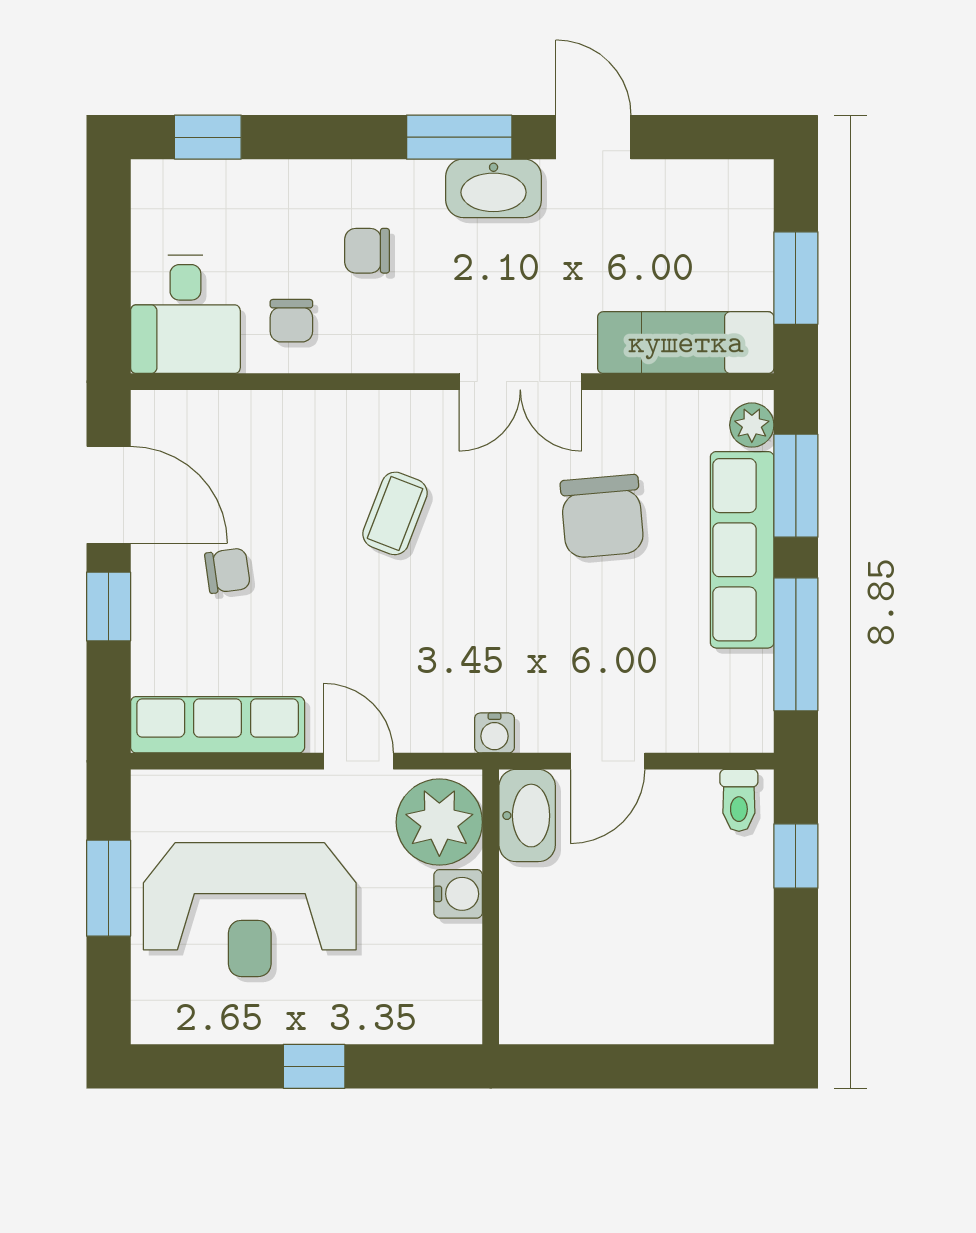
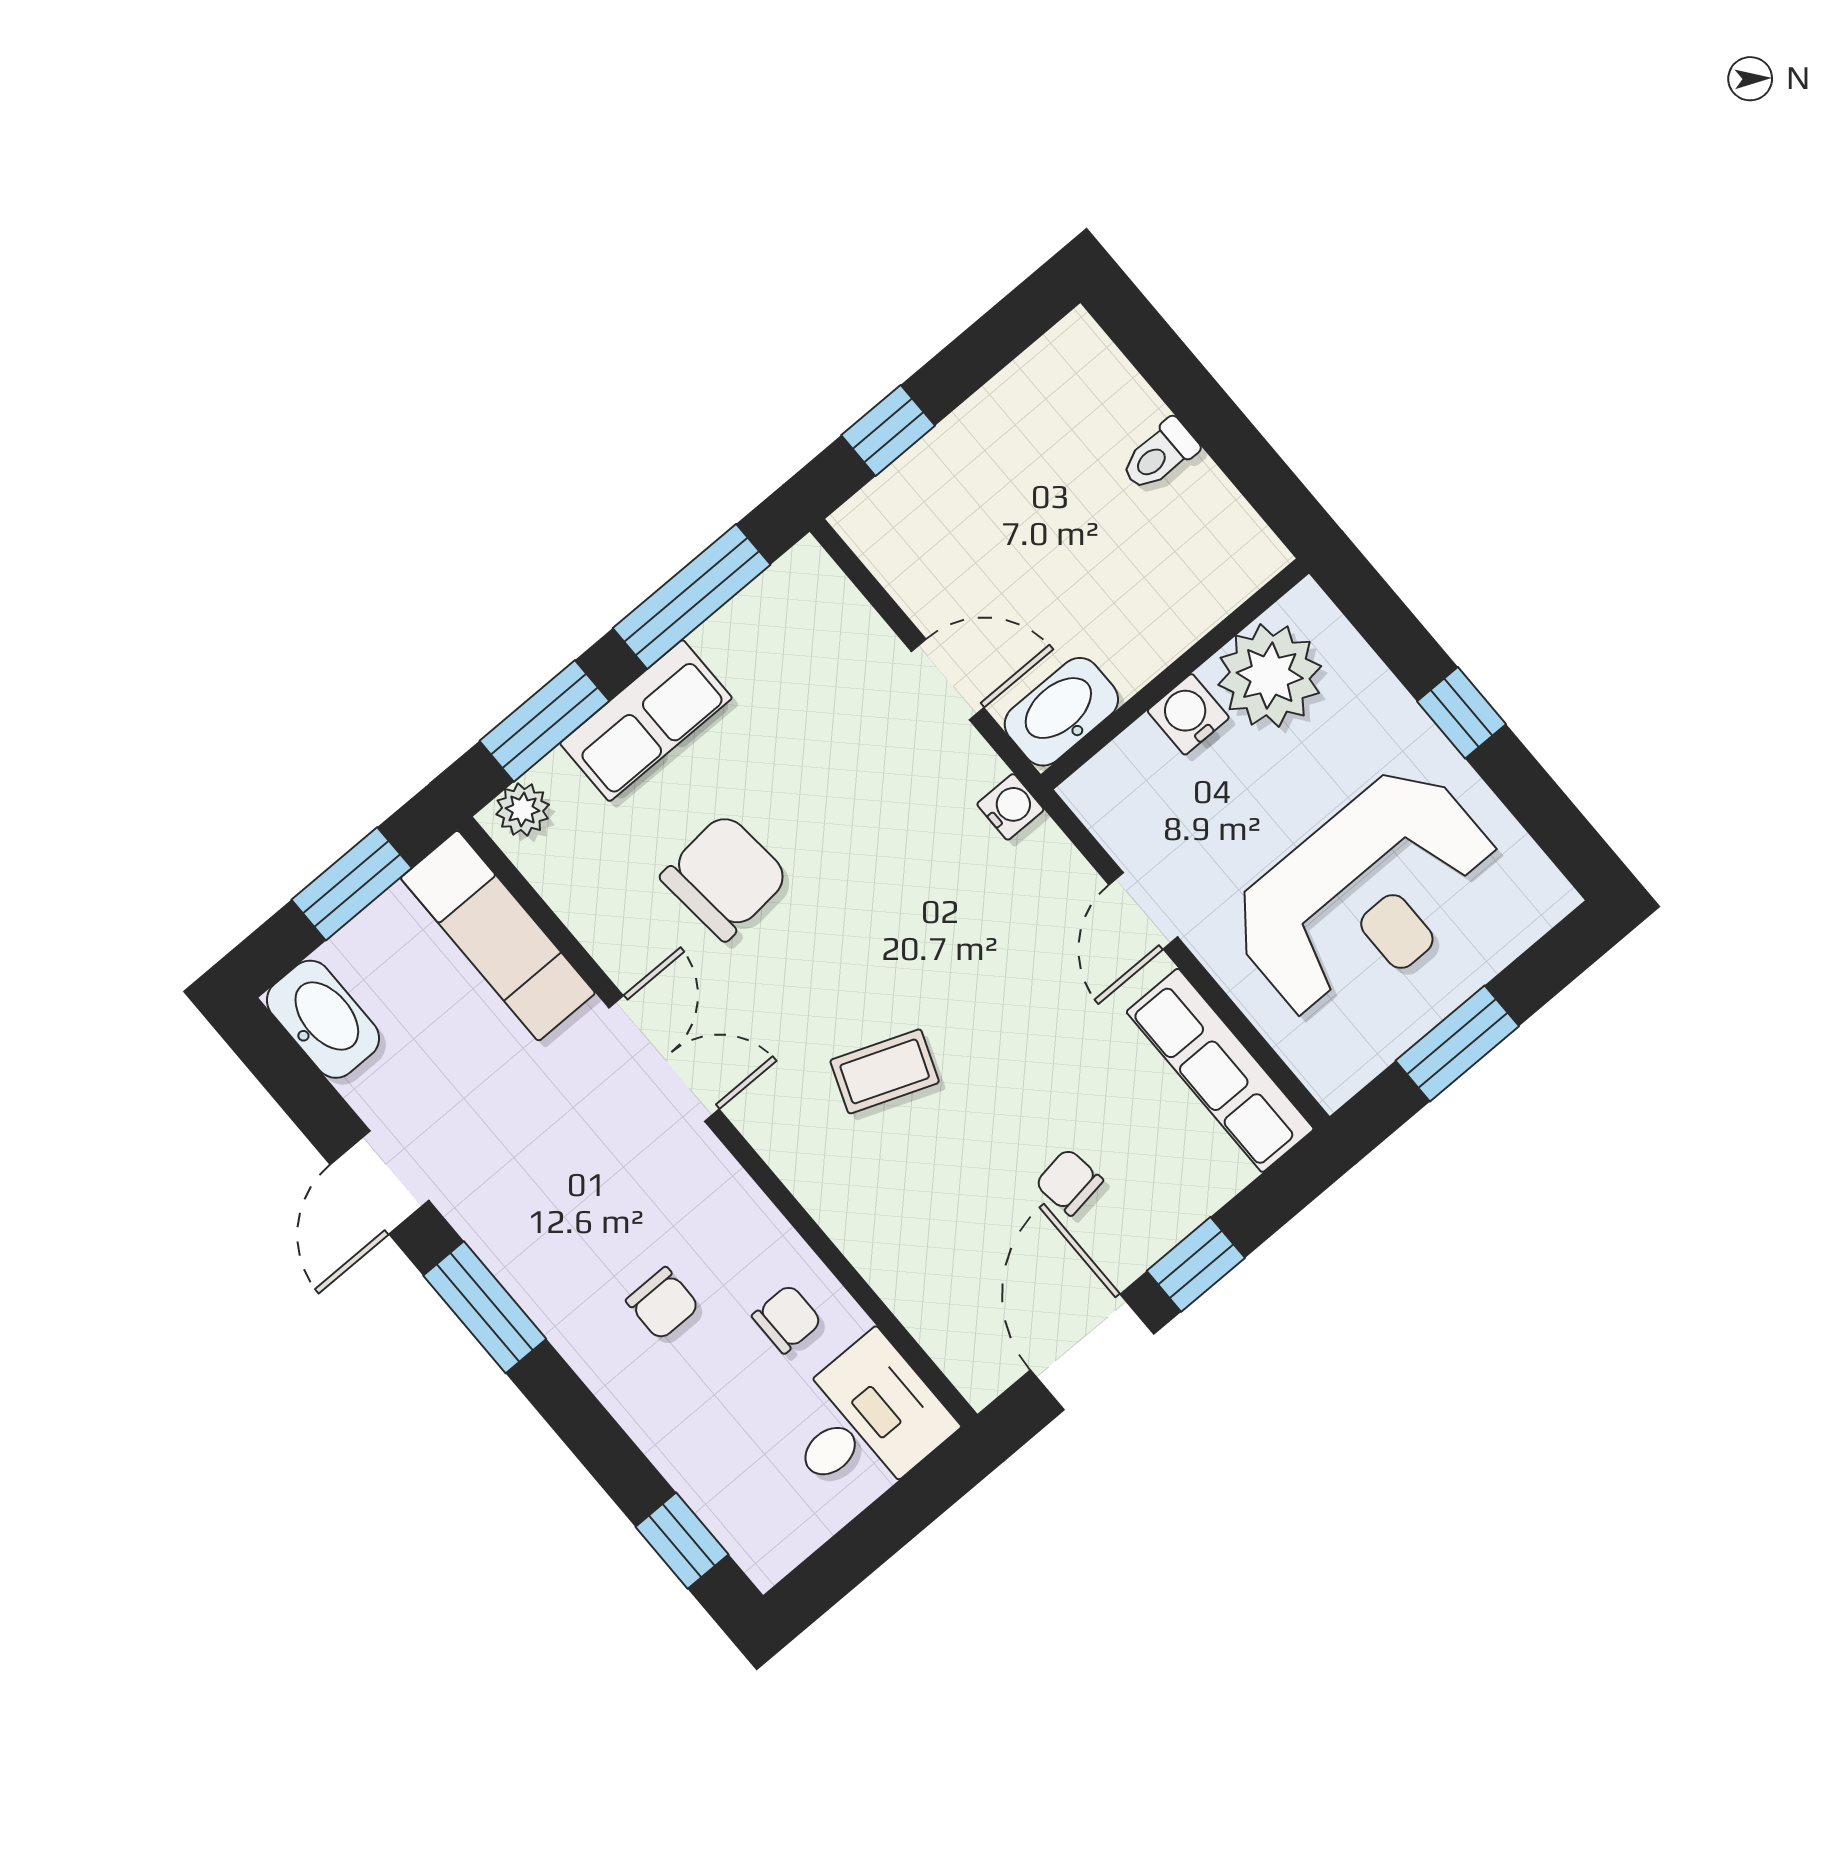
washbasin: (494, 188) -> (323, 1019), moved
row of seats: (742, 550) -> (646, 721), width x0.68
toilet: (739, 800) -> (1159, 455), moved, turned 180
plant: (439, 822) -> (1270, 675), moved
reception desk: (250, 910) -> (1366, 895), turned 90

